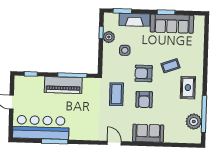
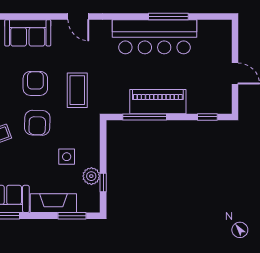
armchair: (144, 73) -> (37, 123), turned 92
bar counter: (41, 127) -> (155, 37), moved

